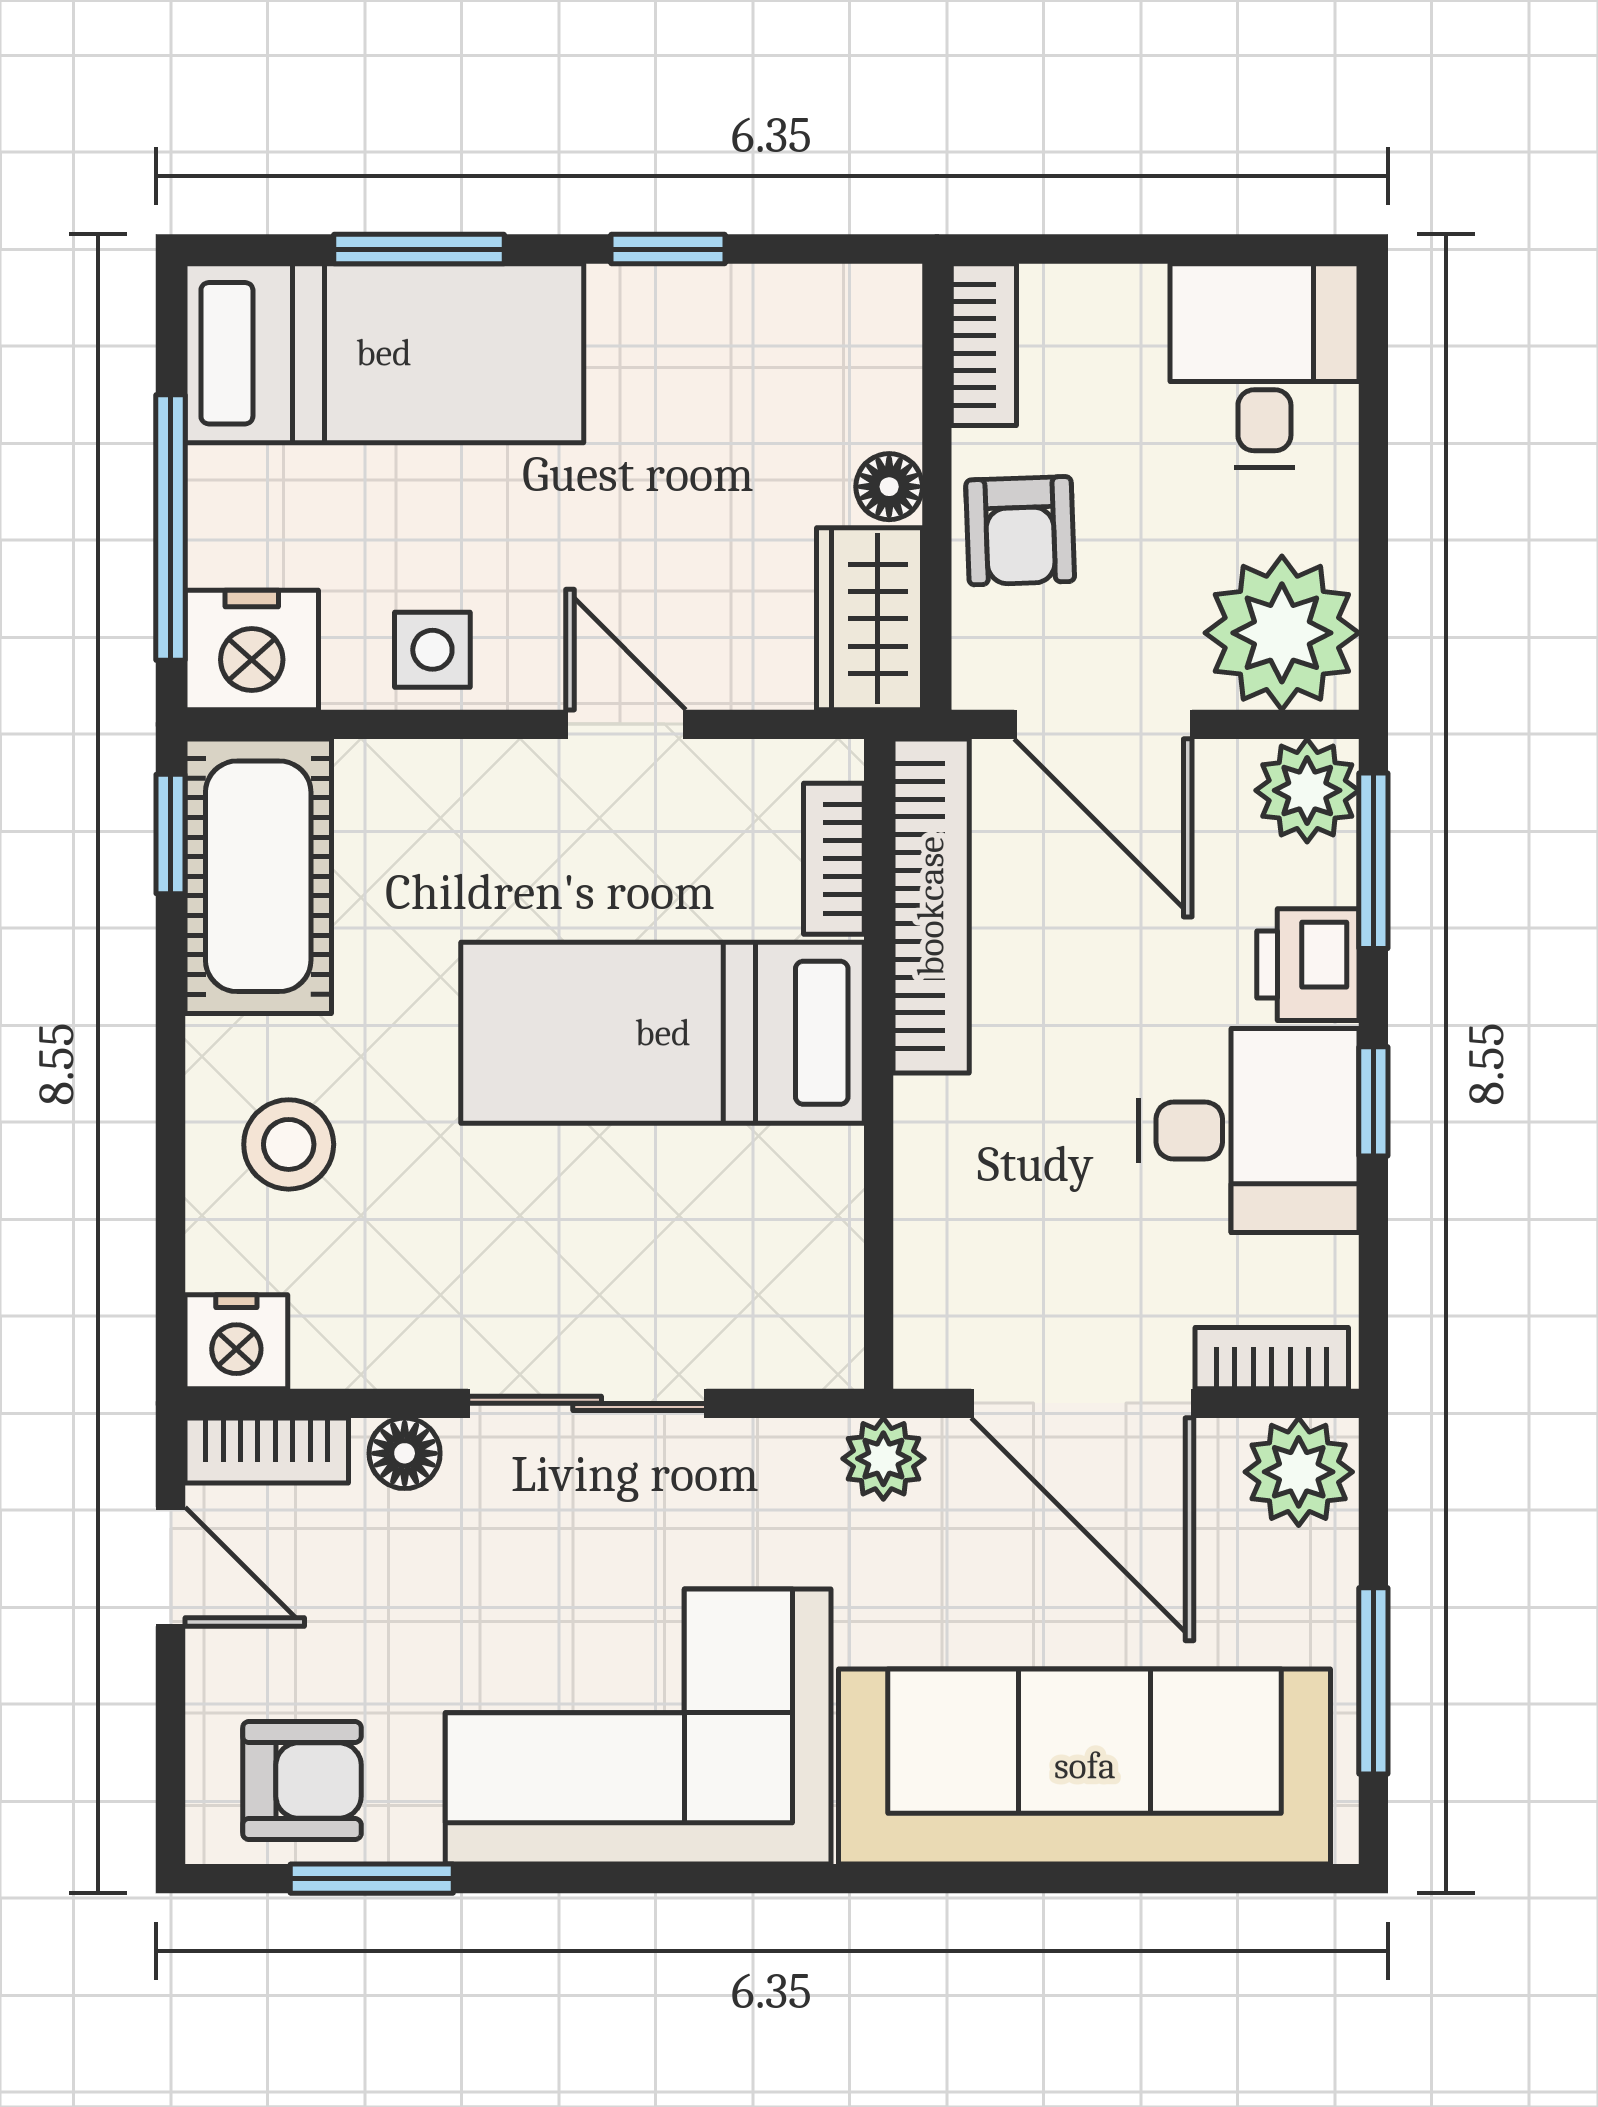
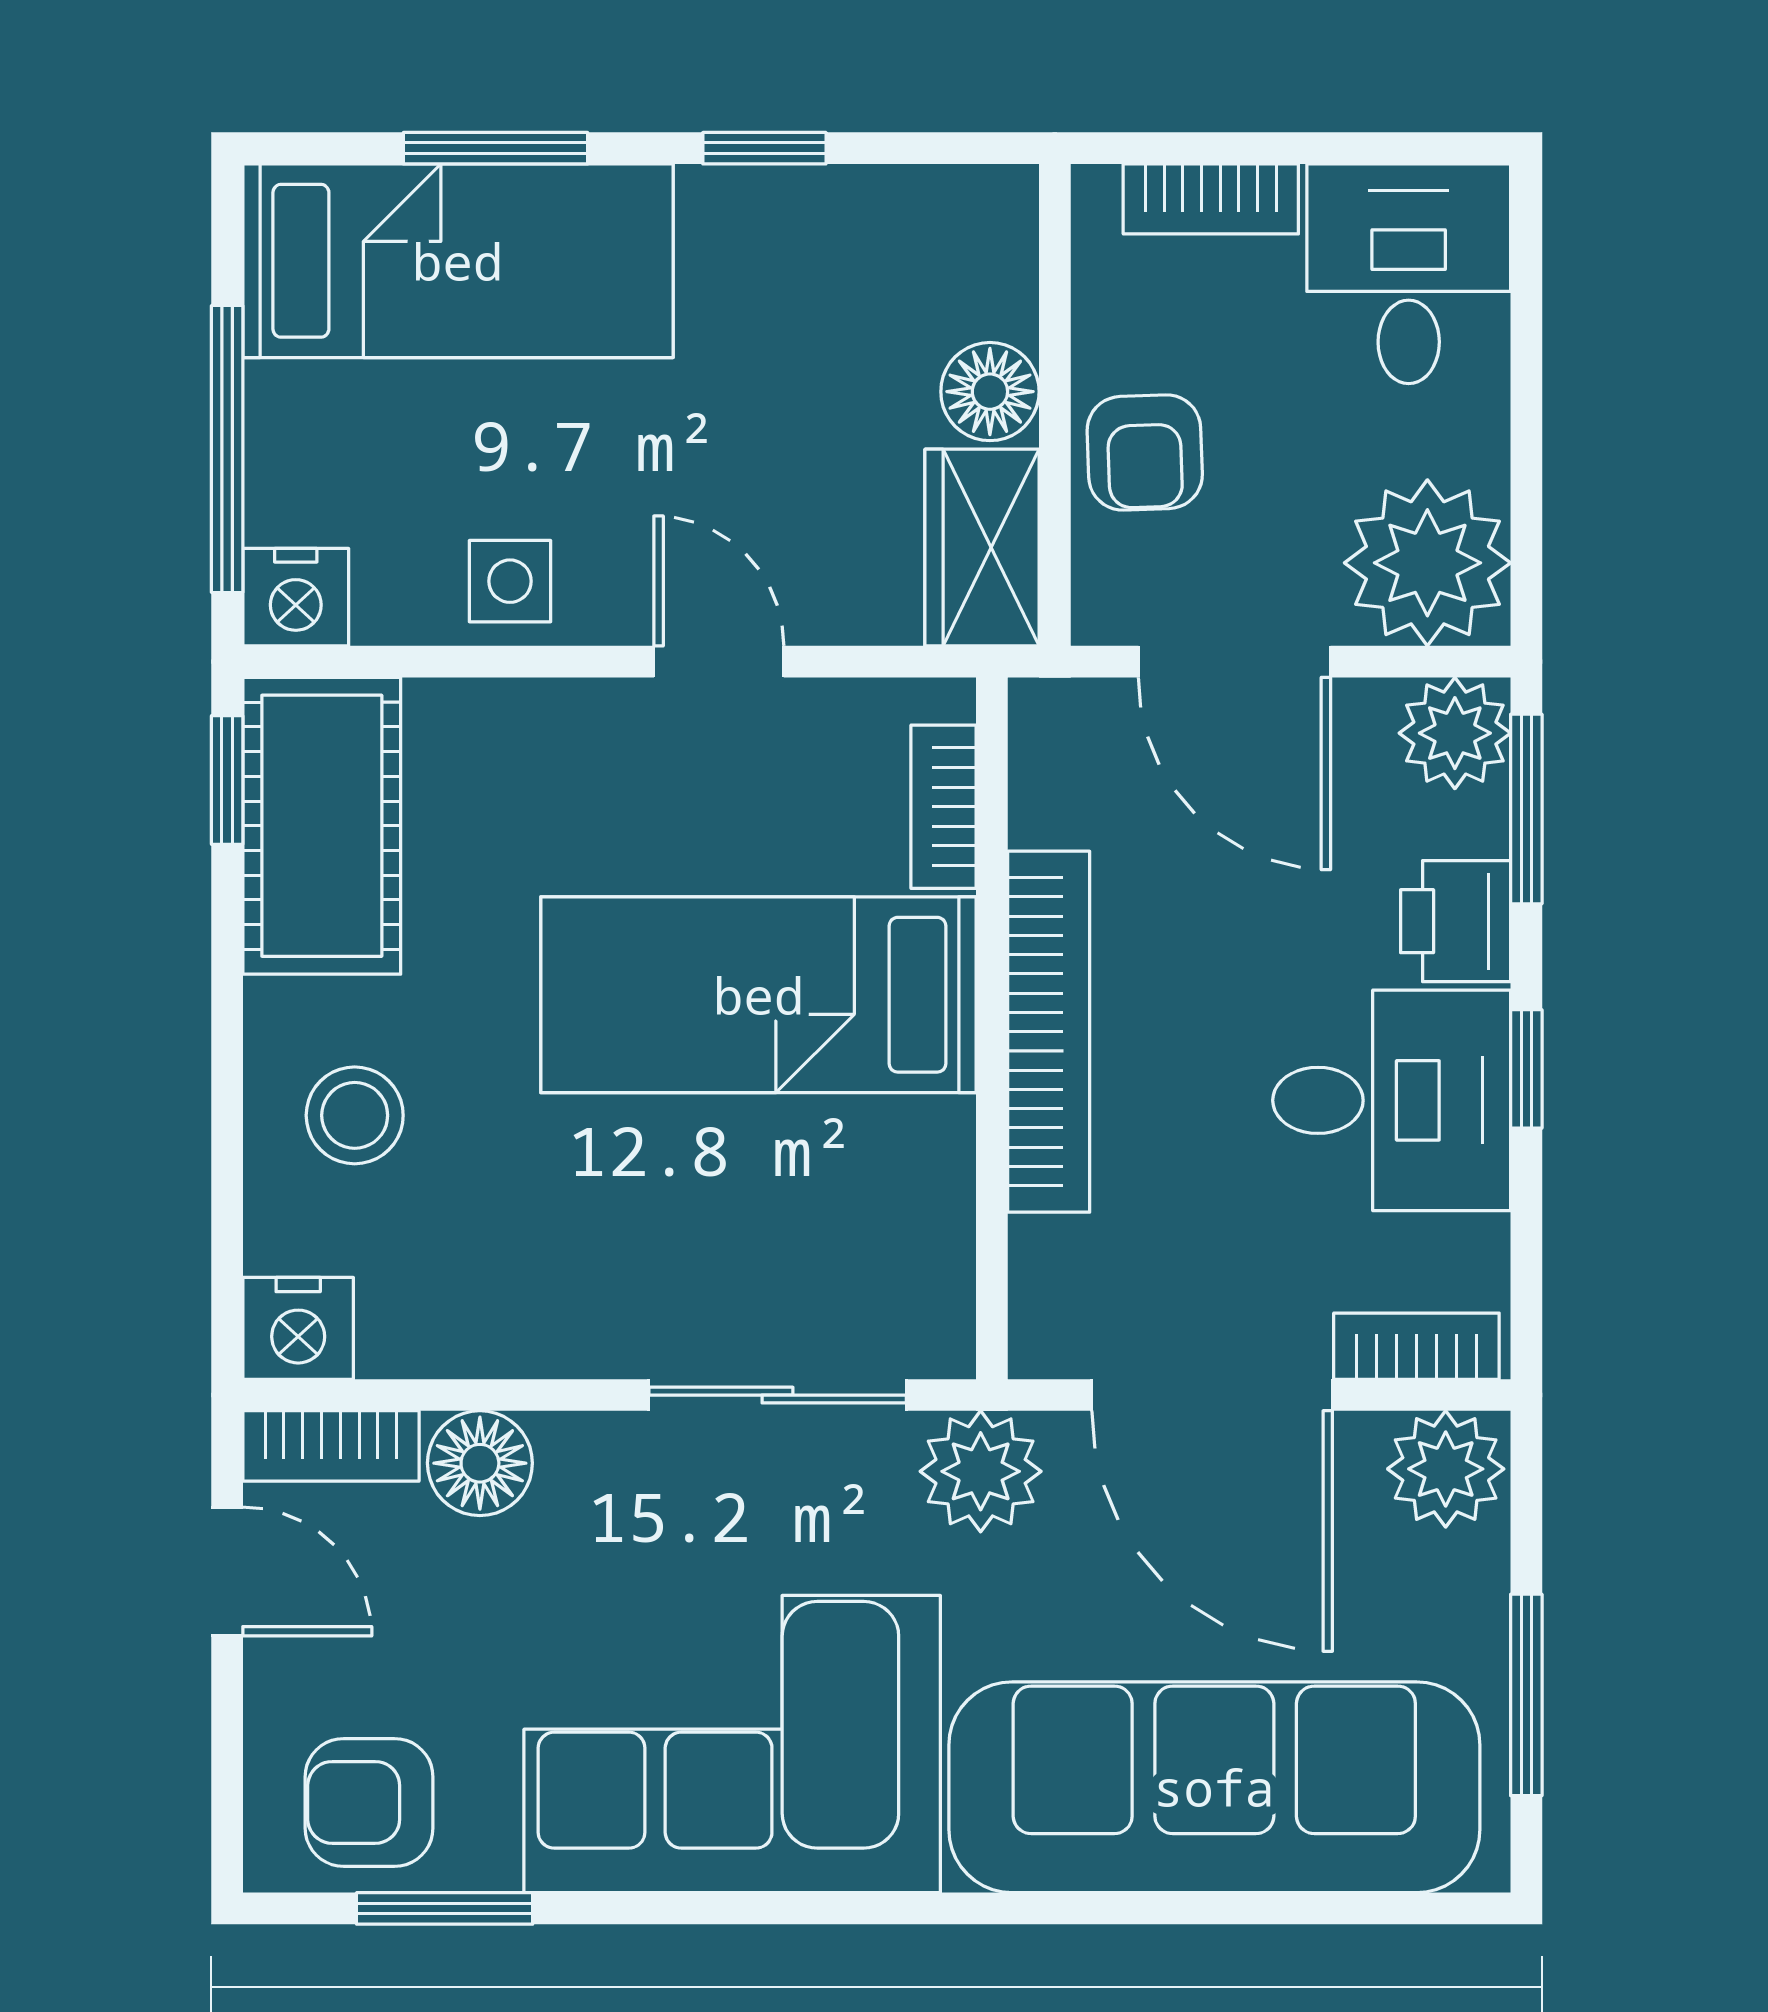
bookcase: (984, 345) -> (1211, 199), moved, turned 90
floor lamp: (889, 487) -> (990, 392), width x1.37, depth x1.37
nightstand: (252, 650) -> (296, 597), width x0.74, depth x0.75
bookcase: (931, 906) -> (1049, 1032), moved
sliding door: (587, 1403) -> (778, 1395), moved
floor lamp: (405, 1453) -> (480, 1463), width x1.37, depth x1.37
plant: (883, 1459) -> (981, 1471), width x1.38, depth x1.38
armchair: (302, 1781) -> (369, 1802), turned 180

